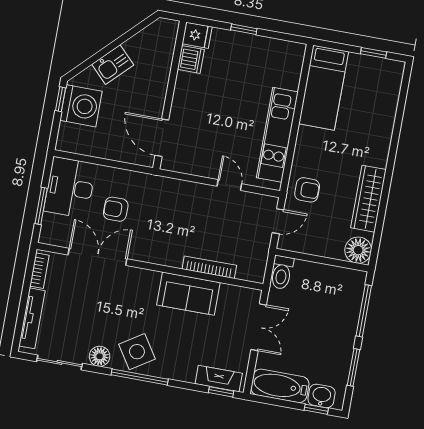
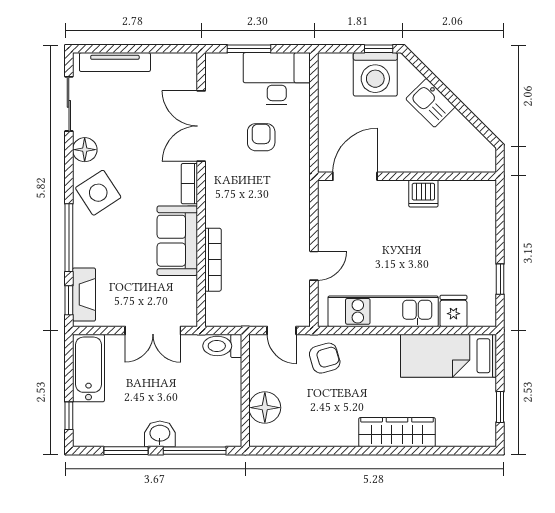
window: (244, 29) -> (500, 279), moved
fridge: (197, 35) -> (453, 311), moved, turned 180
dishwasher: (191, 59) -> (423, 194), moved
armchair: (307, 190) -> (325, 358), turned -106
wardrobe: (368, 199) -> (397, 432), moved
floor lamp: (358, 250) -> (265, 408), moved
double door: (98, 257) -> (201, 126), swing flipped
bookcase: (39, 271) -> (189, 184), moved, turned 90
window: (140, 377) -> (69, 238), moved
washbasin: (322, 396) -> (160, 434), moved, turned -90

